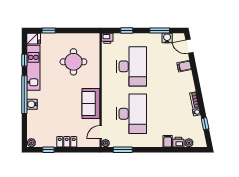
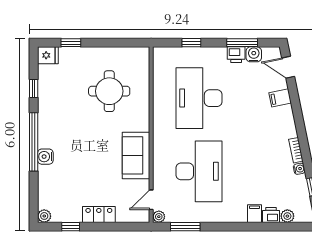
printer: (107, 38) -> (236, 55), moved
desk: (132, 66) -> (199, 98), turned 180
kitchen unit: (33, 68) -> (47, 100), removed

